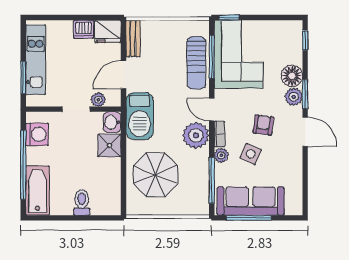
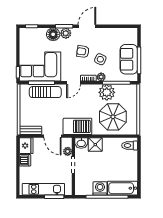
washing machine: (37, 134) -> (100, 188), moved
plant: (196, 135) -> (107, 92), moved
sofa: (251, 201) -> (129, 59), width x0.73
toilet: (82, 202) -> (130, 145), moved

